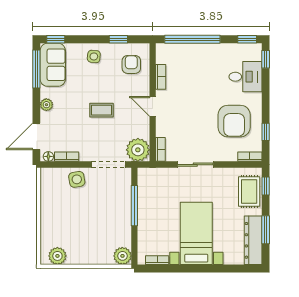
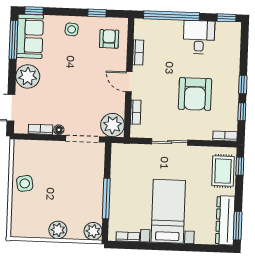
window: (266, 59) -> (243, 85), moved
desk: (245, 77) -> (199, 37), moved, turned -90
plant: (46, 105) -> (28, 76), width x1.88, depth x1.88
coffee table: (102, 110) -> (77, 84), removed
armchair: (234, 121) -> (195, 94), moved
bookcase: (160, 149) -> (136, 112), moved
floor lamp: (48, 156) -> (59, 130), moved
side table: (77, 179) -> (25, 183), moved
window: (134, 206) -> (106, 199), moved
window: (266, 230) -> (238, 226), moved
plant: (57, 256) -> (58, 230), moved

